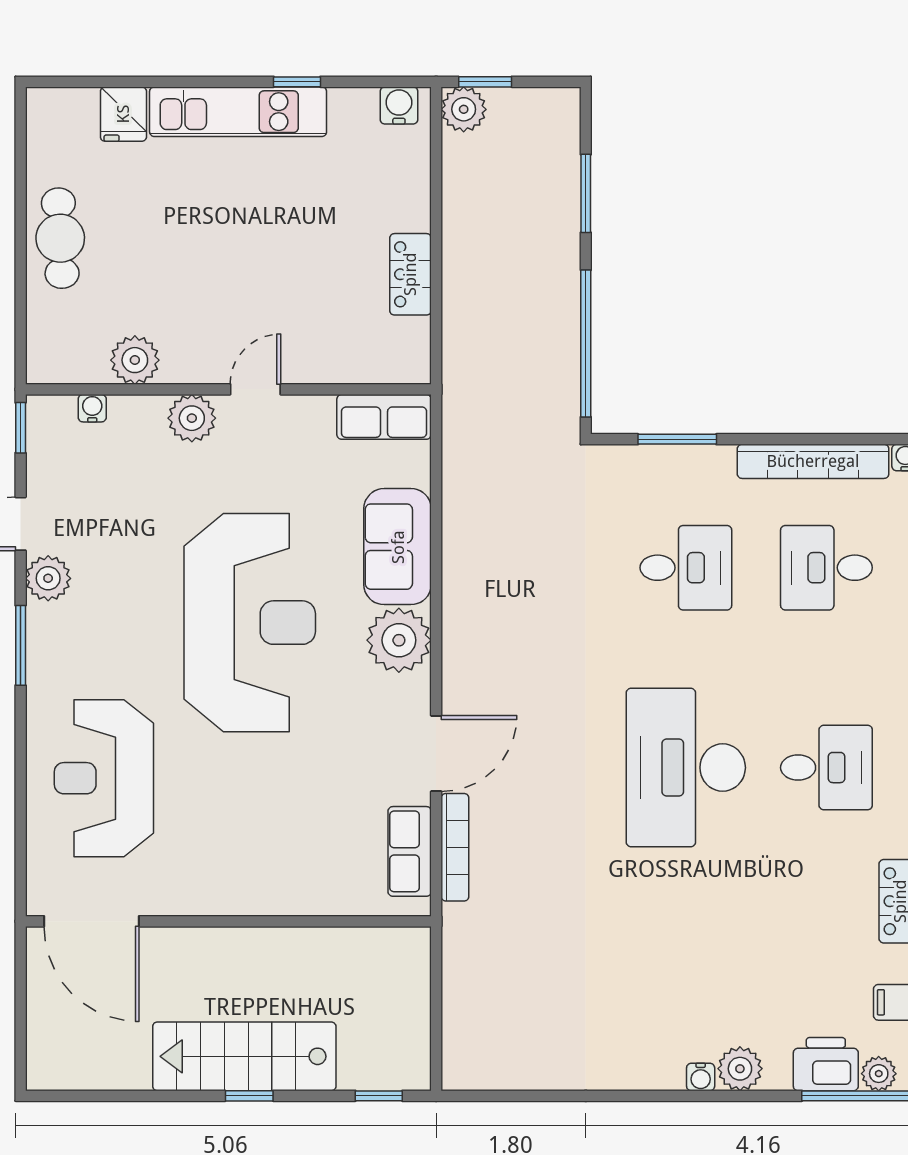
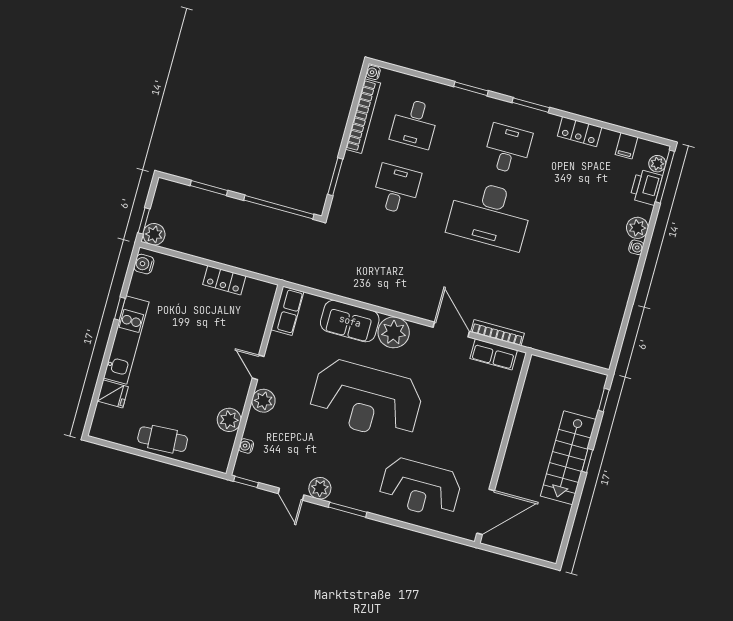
reception desk: (250, 623) -> (366, 400), turned 180

